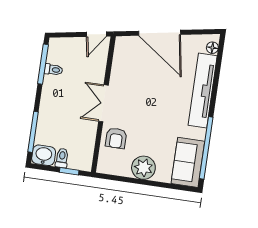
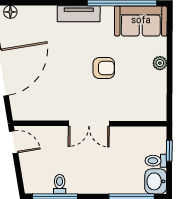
tv unit: (203, 91) -> (79, 14), width x0.52, depth x0.78
armchair: (116, 138) -> (104, 68), moved
plant: (143, 168) -> (160, 63), width x0.53, depth x0.53

